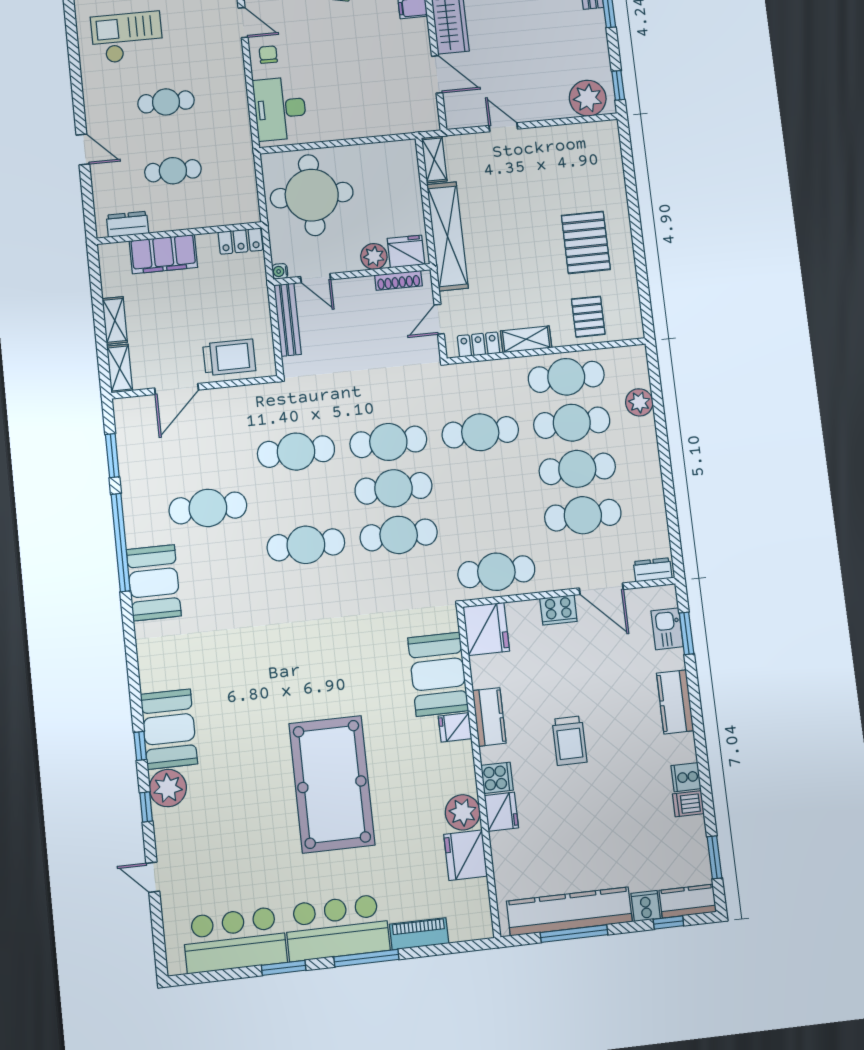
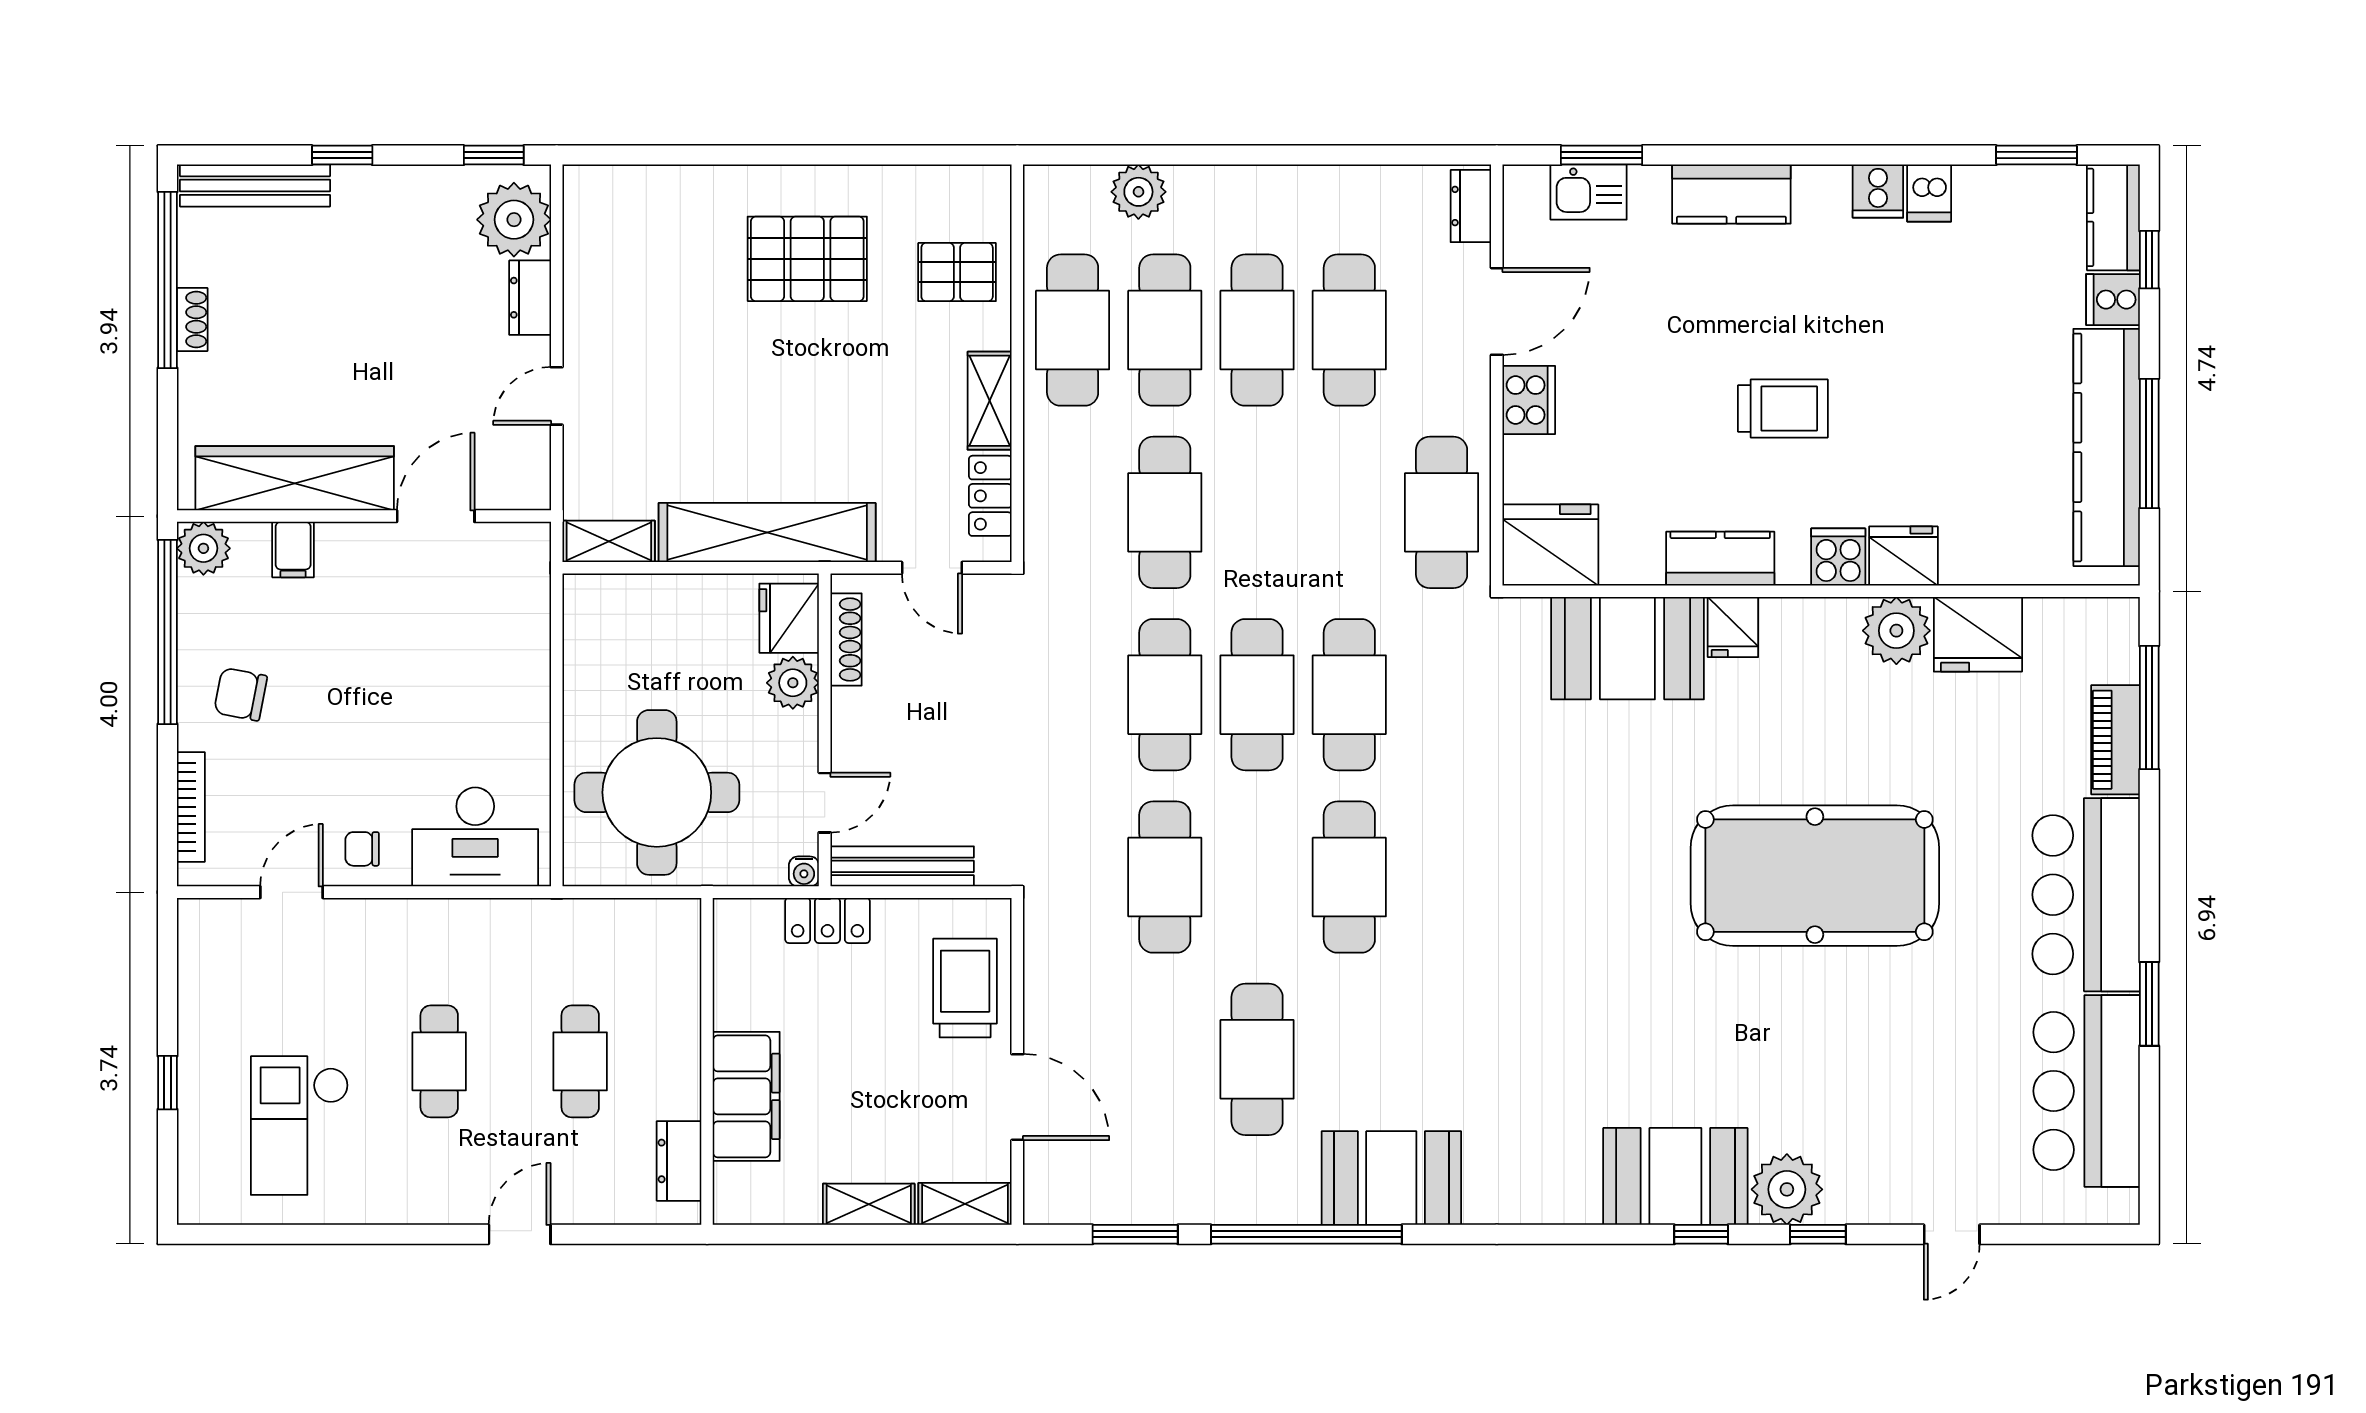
dresser: (550, 110) -> (530, 298), added
locker: (240, 241) -> (827, 920), moved, turned 90
window: (366, 958) -> (2149, 708), moved

